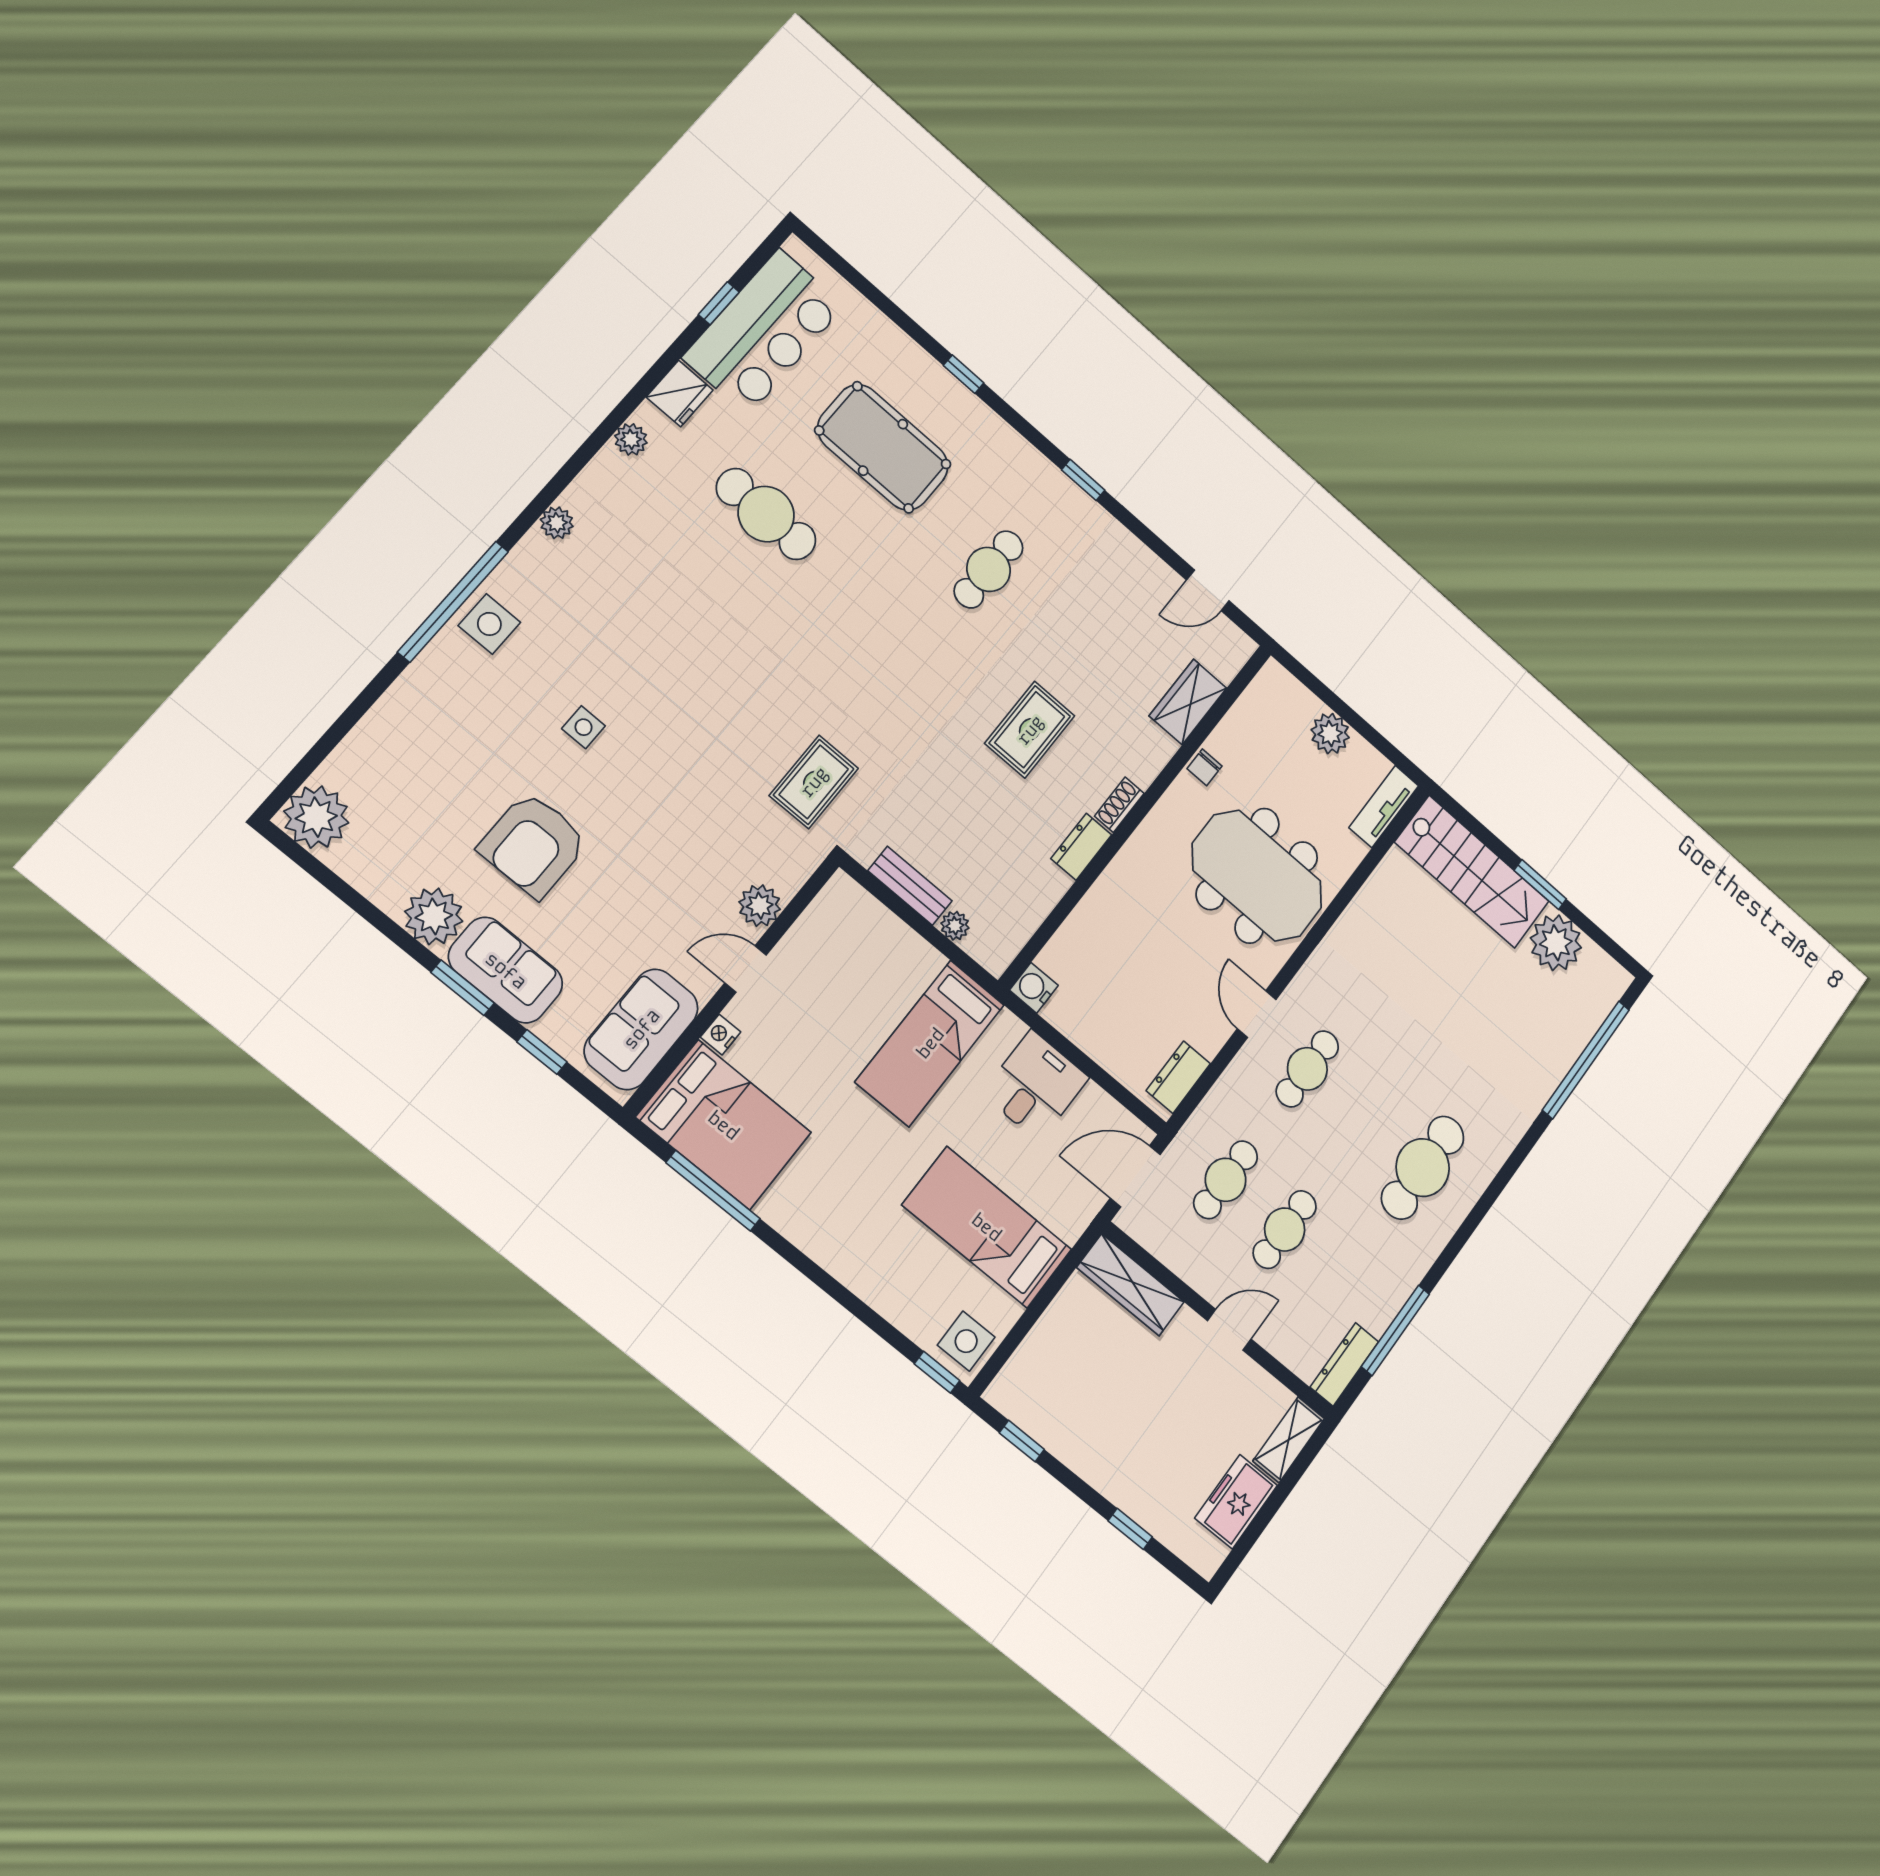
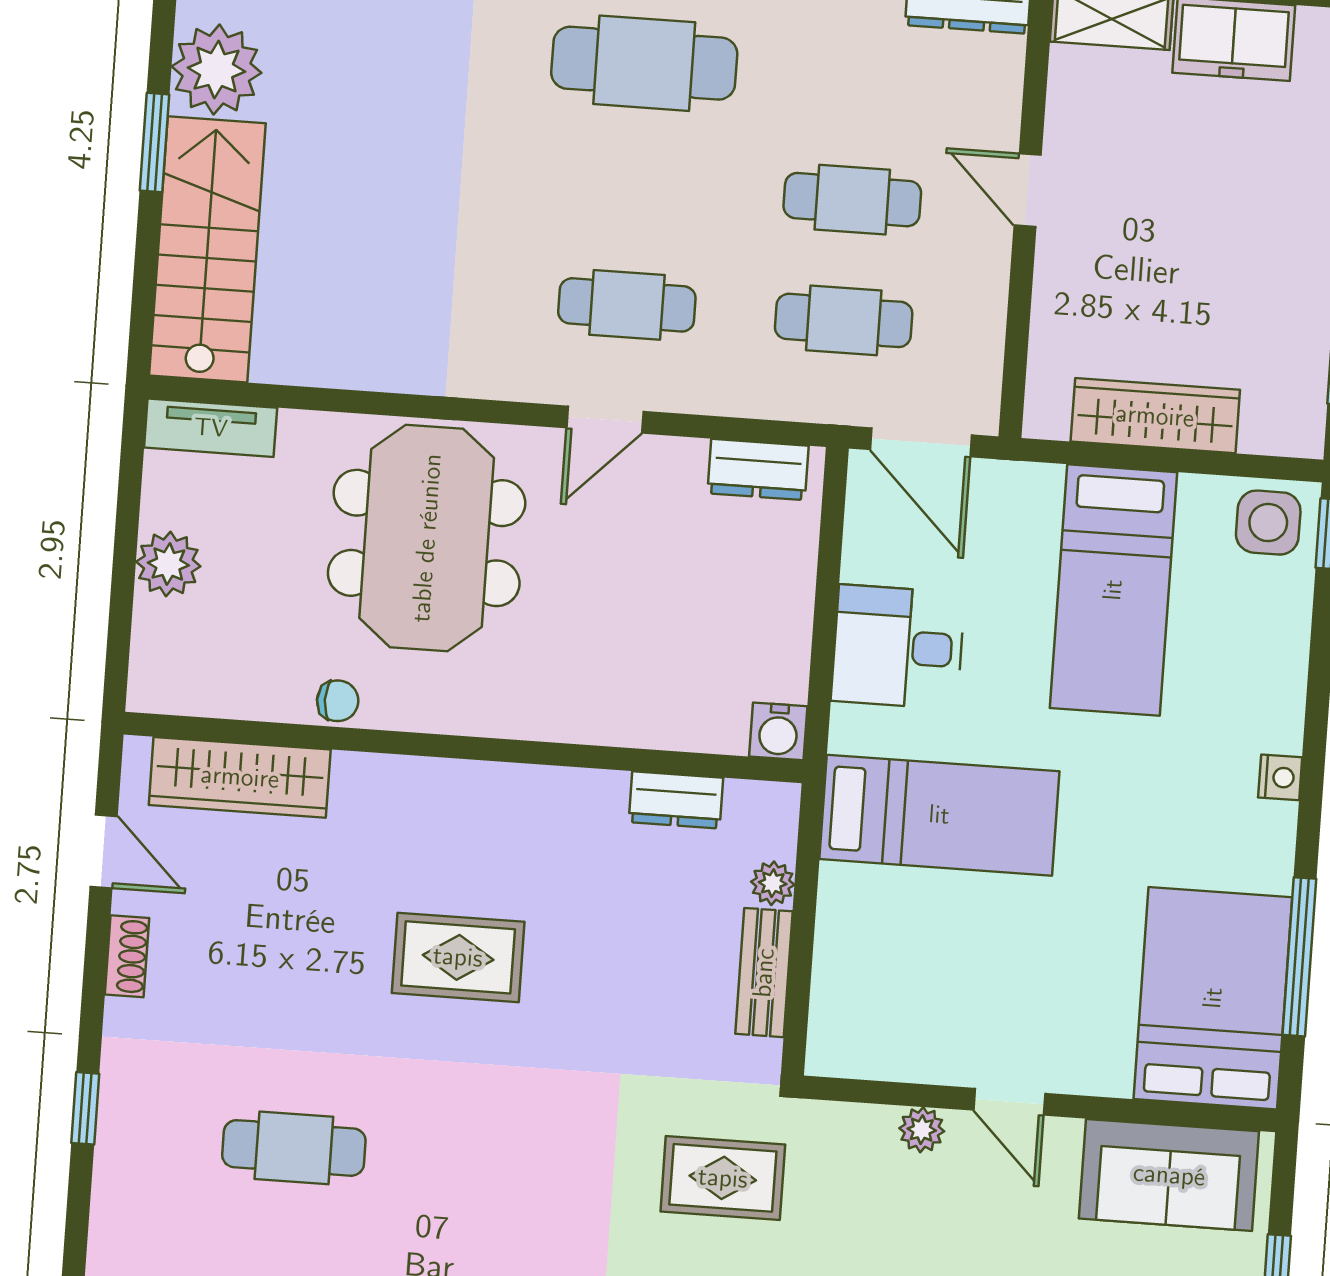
wardrobe: (1188, 702) -> (240, 777), width x1.50
shoe rack: (1119, 805) -> (127, 956), moved, turned -90
dresser: (1081, 847) -> (676, 800), moved
plant: (760, 906) -> (922, 1130), width x0.73, depth x0.73
nightstand: (721, 1035) -> (1280, 777), moved, turned -90
wardrobe: (1130, 1285) -> (1155, 416), moved, turned -90

